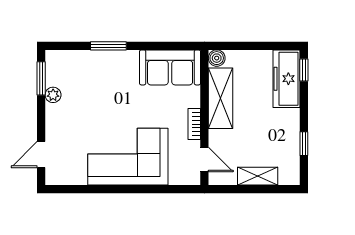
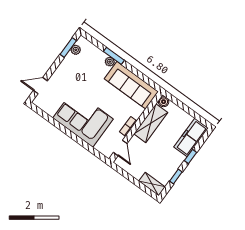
plant: (109, 57) -> (110, 62), added
sofa: (170, 67) -> (131, 85), width x1.36
window: (304, 70) -> (191, 157), moved
plant: (53, 95) -> (76, 50), moved
shelving: (258, 176) -> (152, 184), moved

